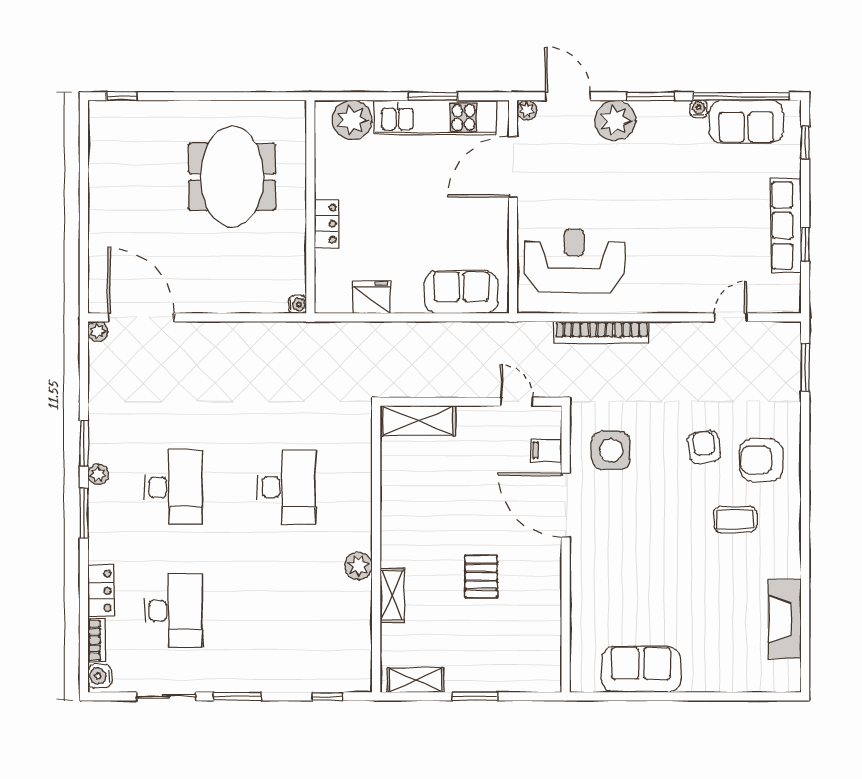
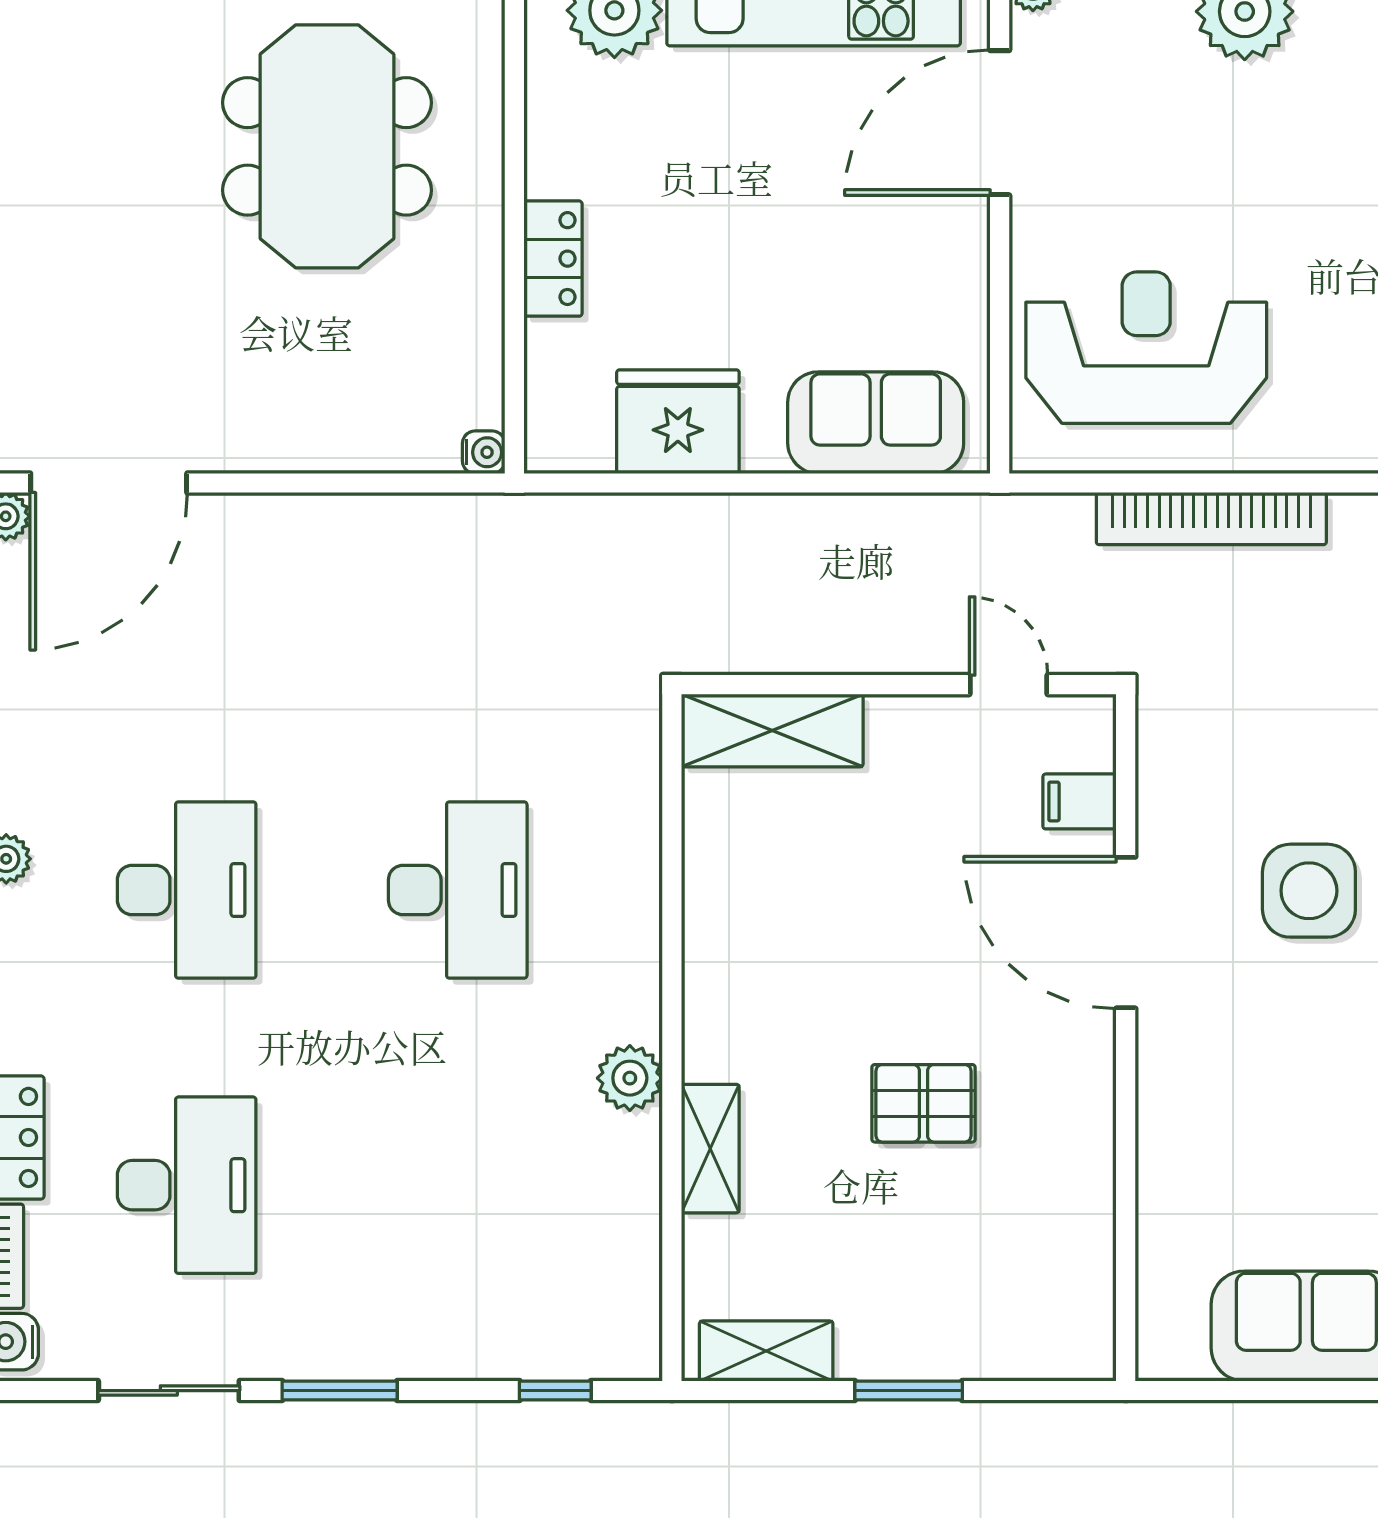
fridge: (372, 297) -> (678, 422), width x1.36, depth x1.34
door: (141, 317) -> (109, 483), swing flipped
side table: (611, 450) -> (1309, 891), moved
pallet: (481, 576) -> (924, 1103), turned 90

